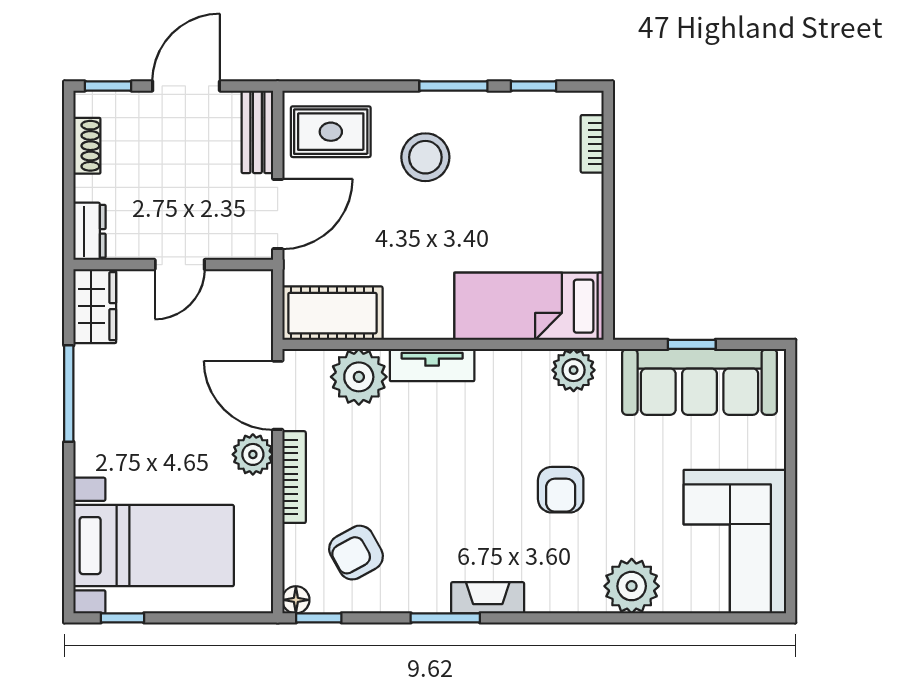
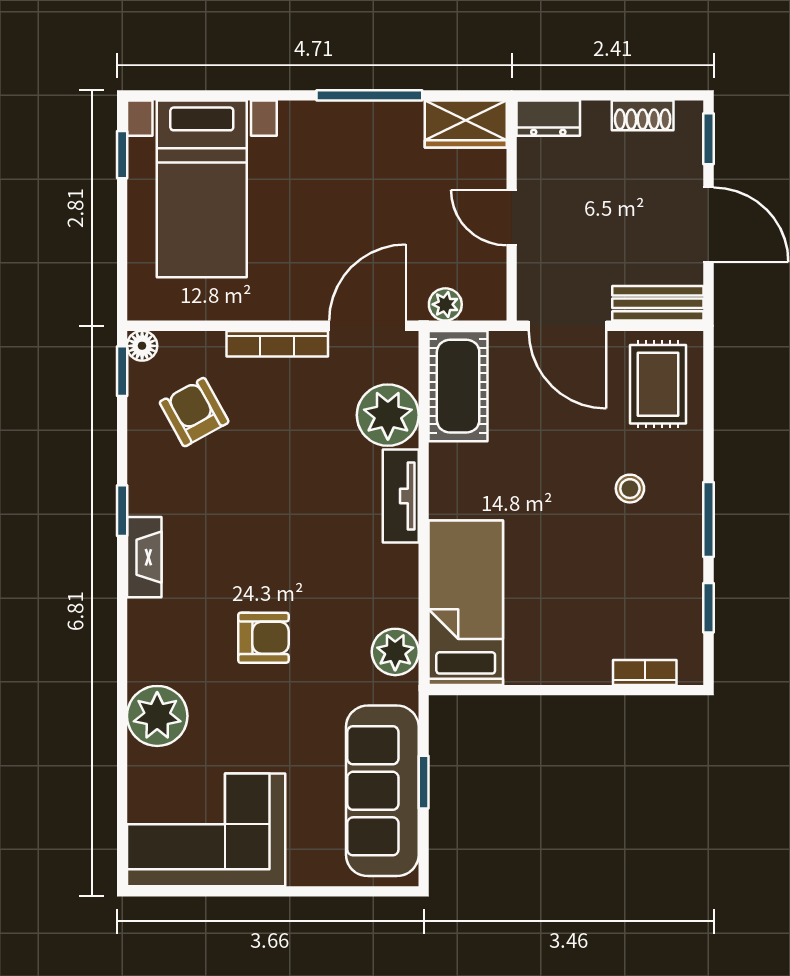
stool: (425, 157) -> (630, 489), width x0.53, depth x0.53
plant: (253, 454) -> (445, 304), moved, width x0.73, depth x0.73
armchair: (561, 490) -> (263, 638), turned 180
window: (445, 618) -> (122, 511), width x0.67

